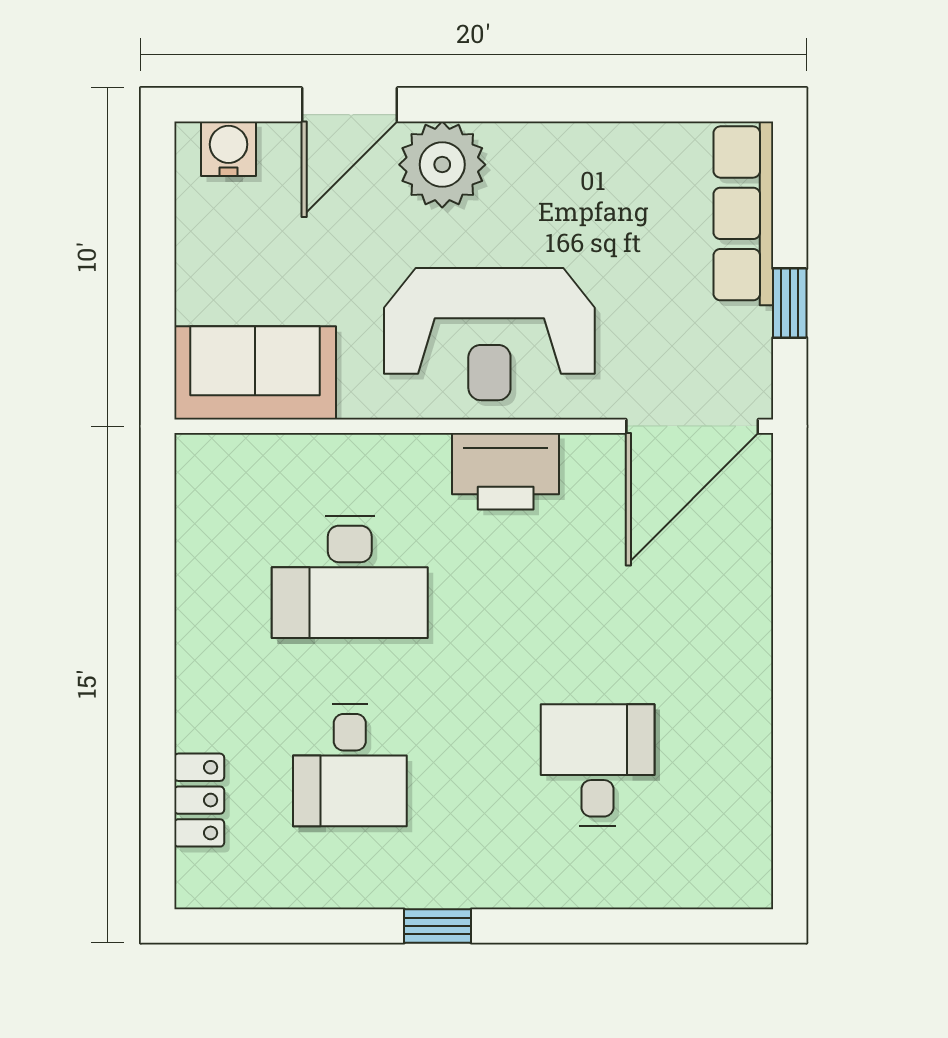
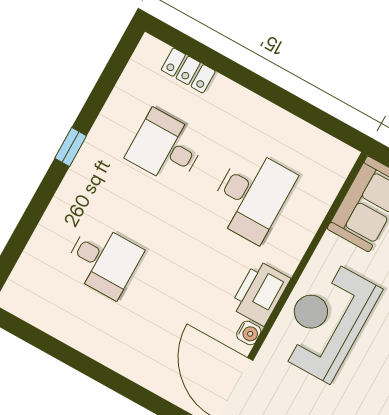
water cooler: (583, 453) -> (249, 333), added
desk: (350, 577) -> (252, 195), turned 180

